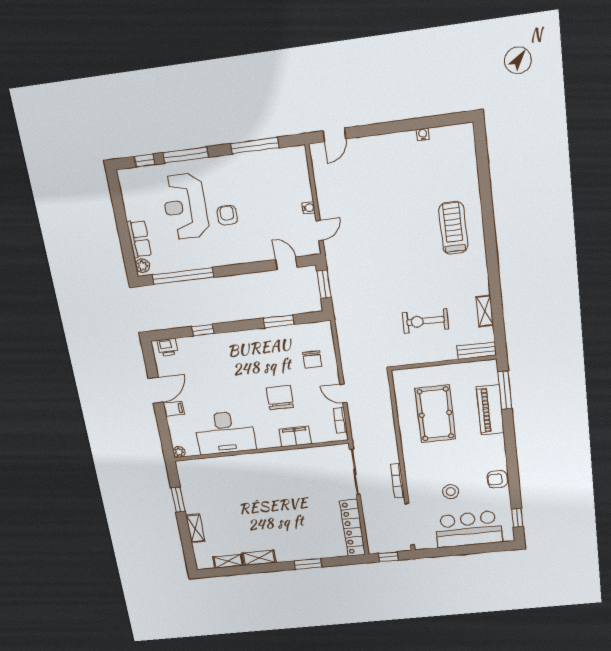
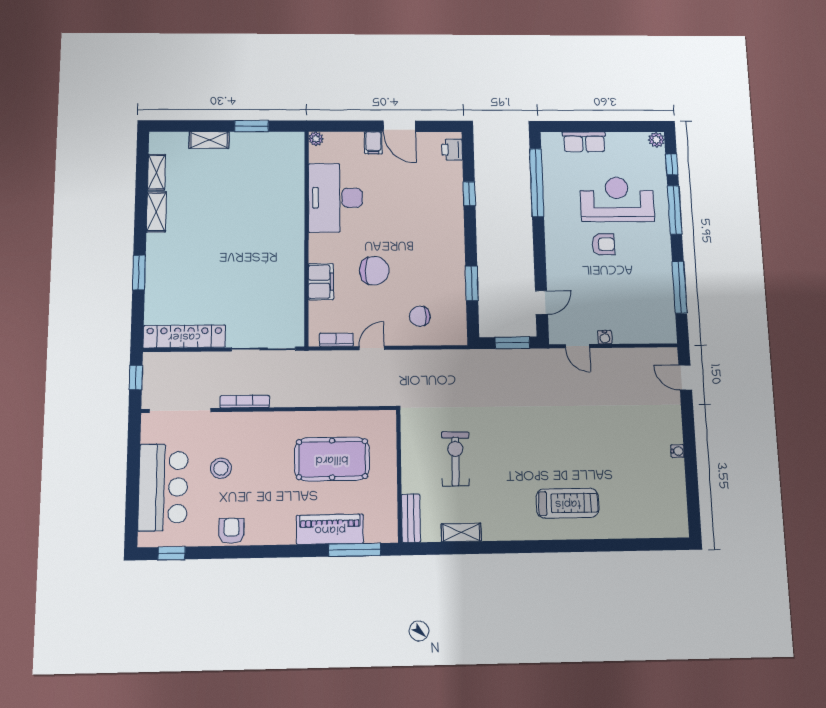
water cooler: (423, 134) -> (677, 451), moved
plant: (142, 266) -> (656, 140), moved

